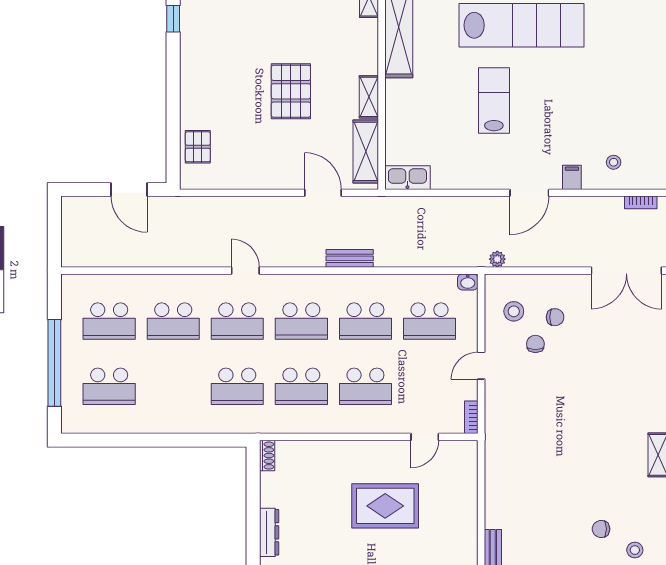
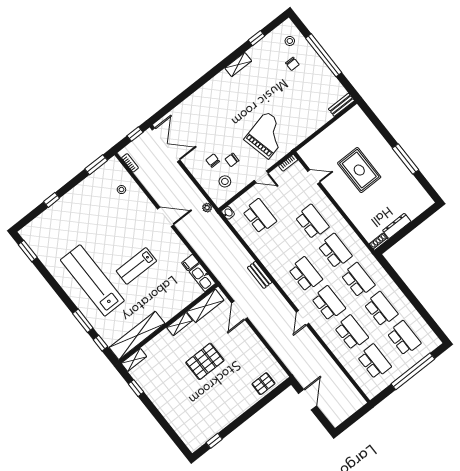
filing cabinet: (572, 177) -> (190, 263), moved
school desk: (365, 321) -> (381, 309), moved
grand piano: (531, 419) -> (267, 135), added
dresser: (269, 532) -> (397, 226), moved

